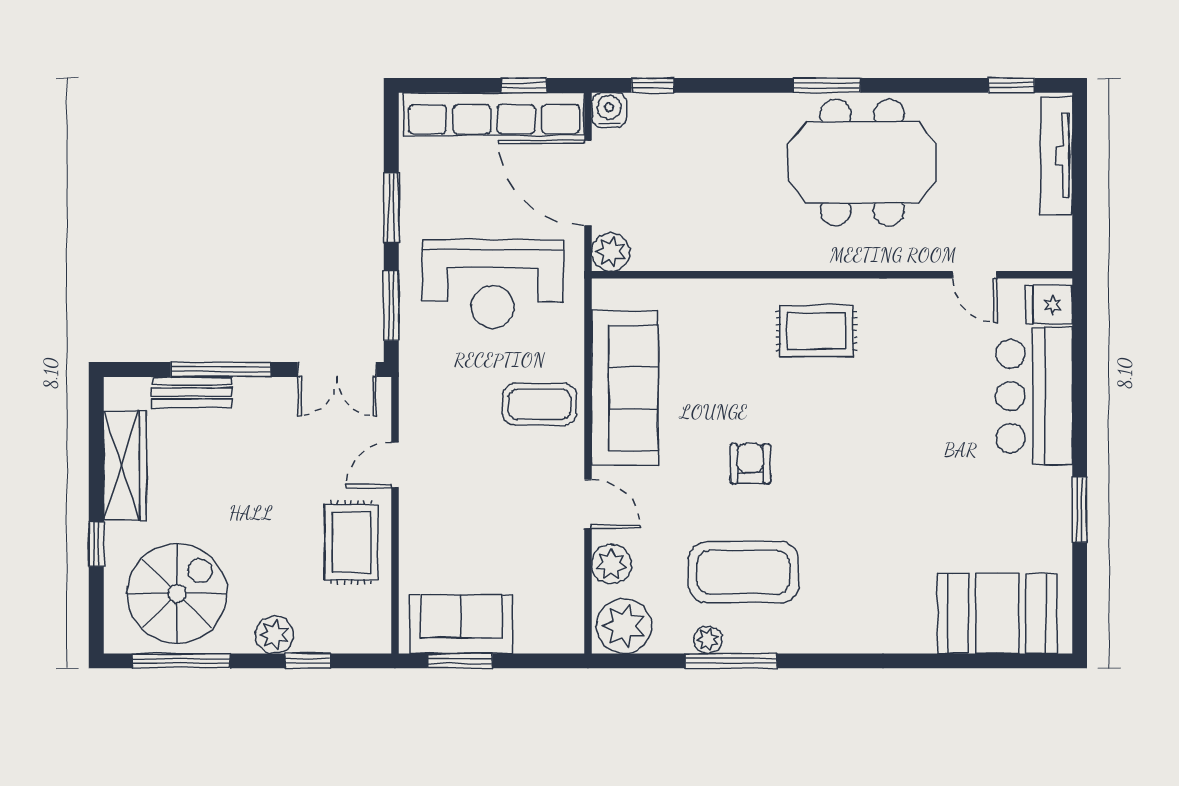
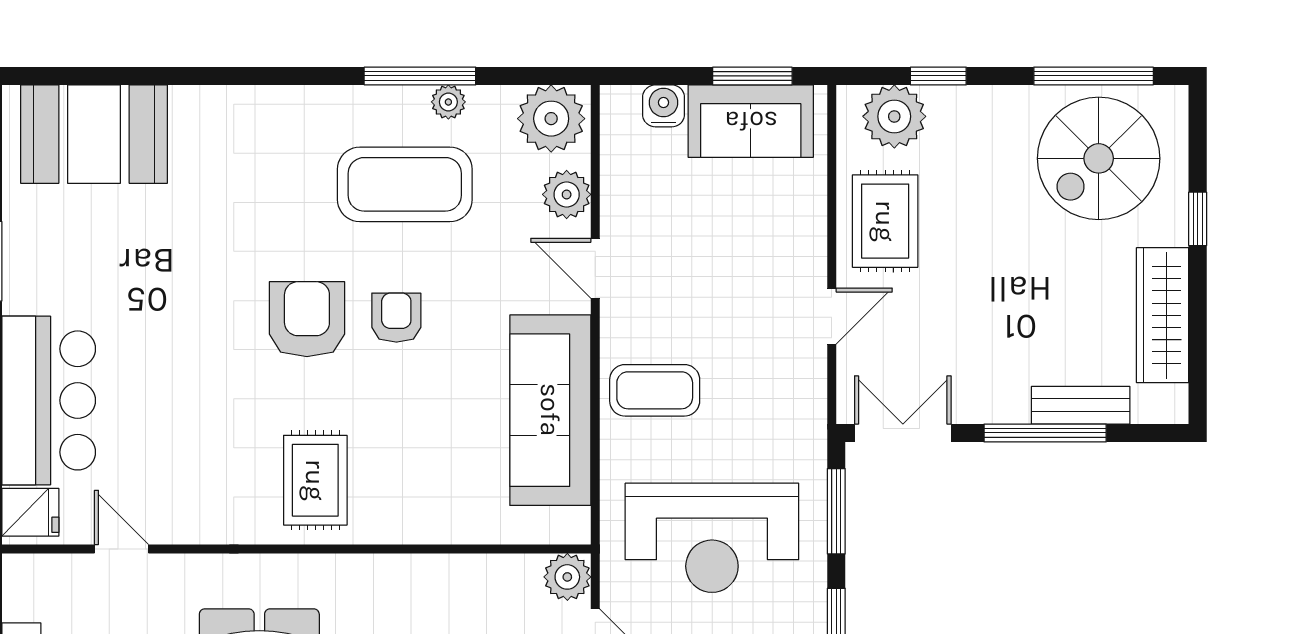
reception desk: (493, 284) -> (712, 538), turned 180
rug: (816, 331) -> (315, 480), turned 90
armchair: (823, 462) -> (307, 319), added
armchair: (750, 464) -> (396, 318), turned 180
plant: (274, 635) -> (894, 116), moved, width x1.36, depth x1.36
water cooler: (532, 636) -> (664, 106), added

